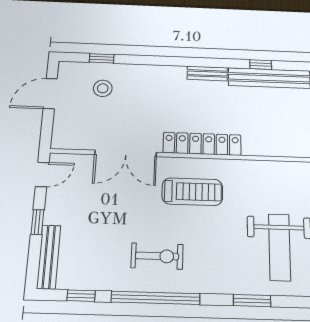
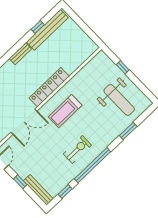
treadmill: (192, 192) -> (65, 111), turned 180

